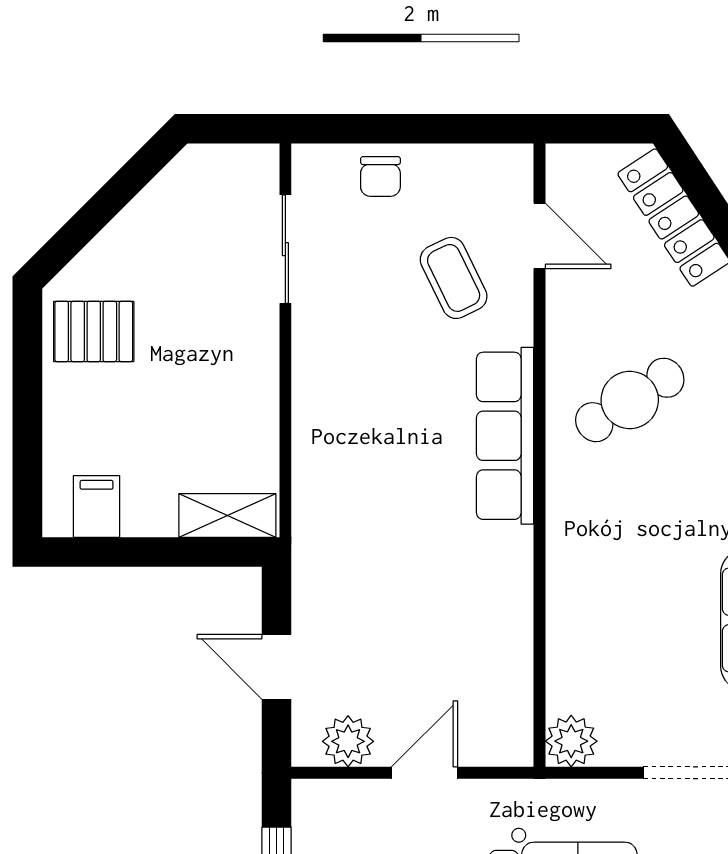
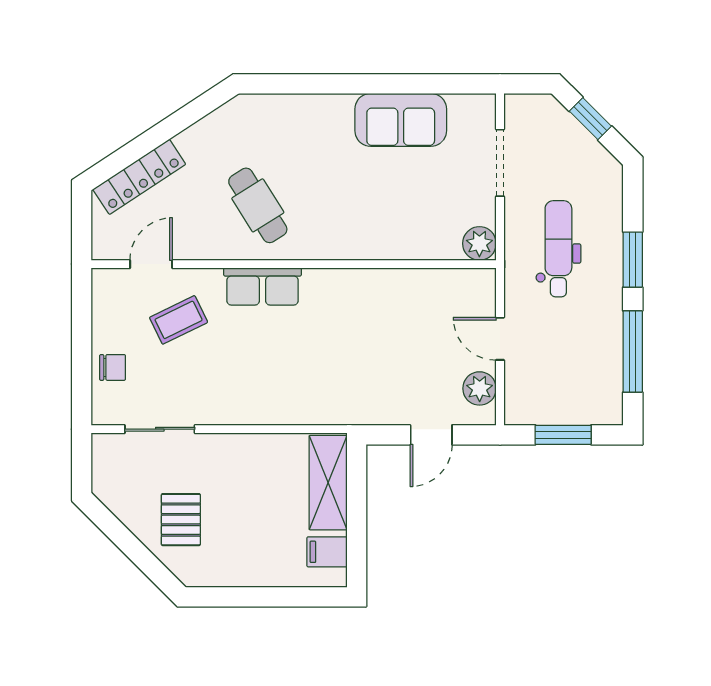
pallet: (94, 332) -> (181, 520), moved
row of seats: (505, 436) -> (262, 286), width x0.68
shelving: (227, 515) -> (328, 483), width x1.50, depth x1.33

